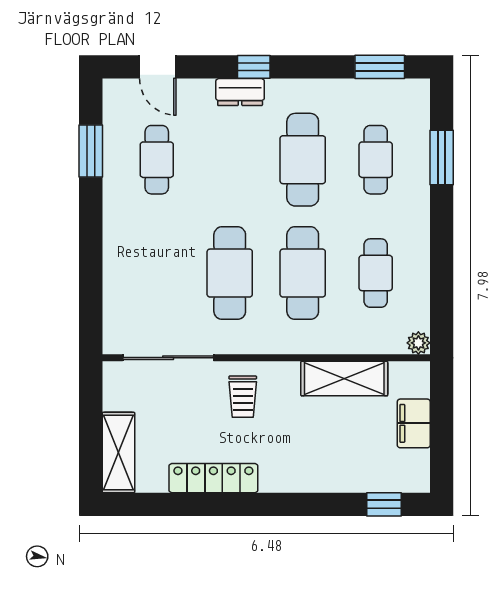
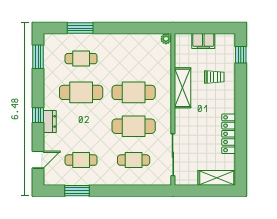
cafe table: (376, 273) -> (134, 160), moved
shelving: (344, 379) -> (183, 88), moved
trolley: (243, 397) -> (214, 77), moved

